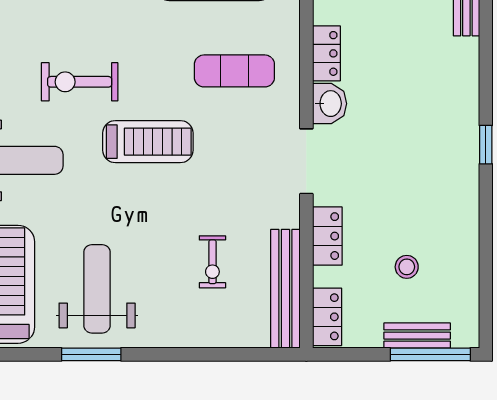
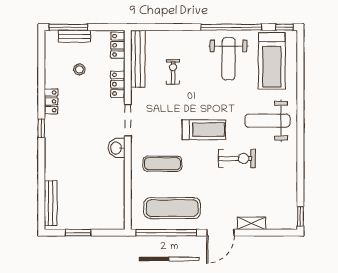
locker: (326, 53) -> (51, 101), moved, turned 180
treadmill: (148, 142) -> (204, 130), turned 180
window: (91, 354) -> (231, 27), width x2.11

